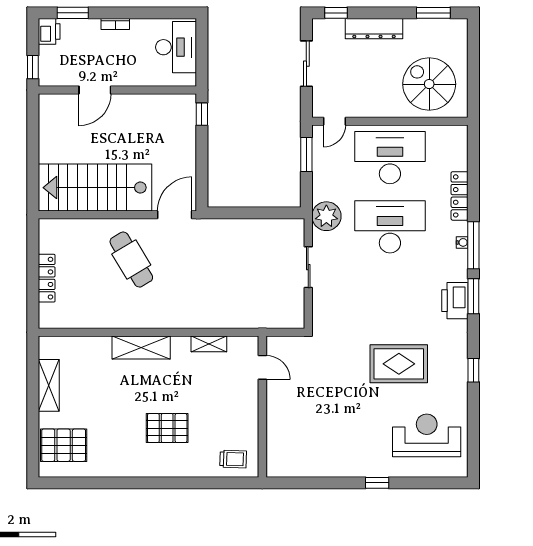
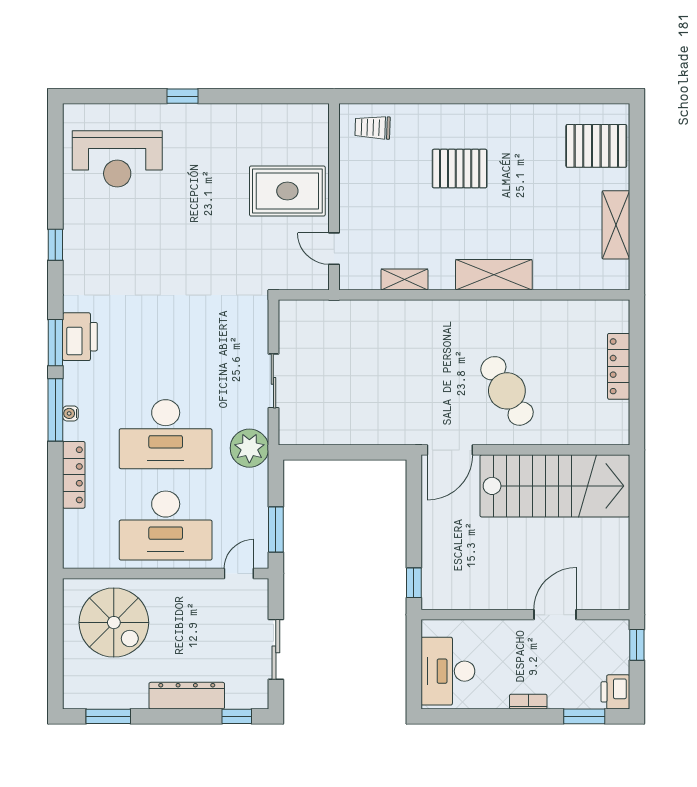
rug: (399, 364) -> (287, 191), moved

